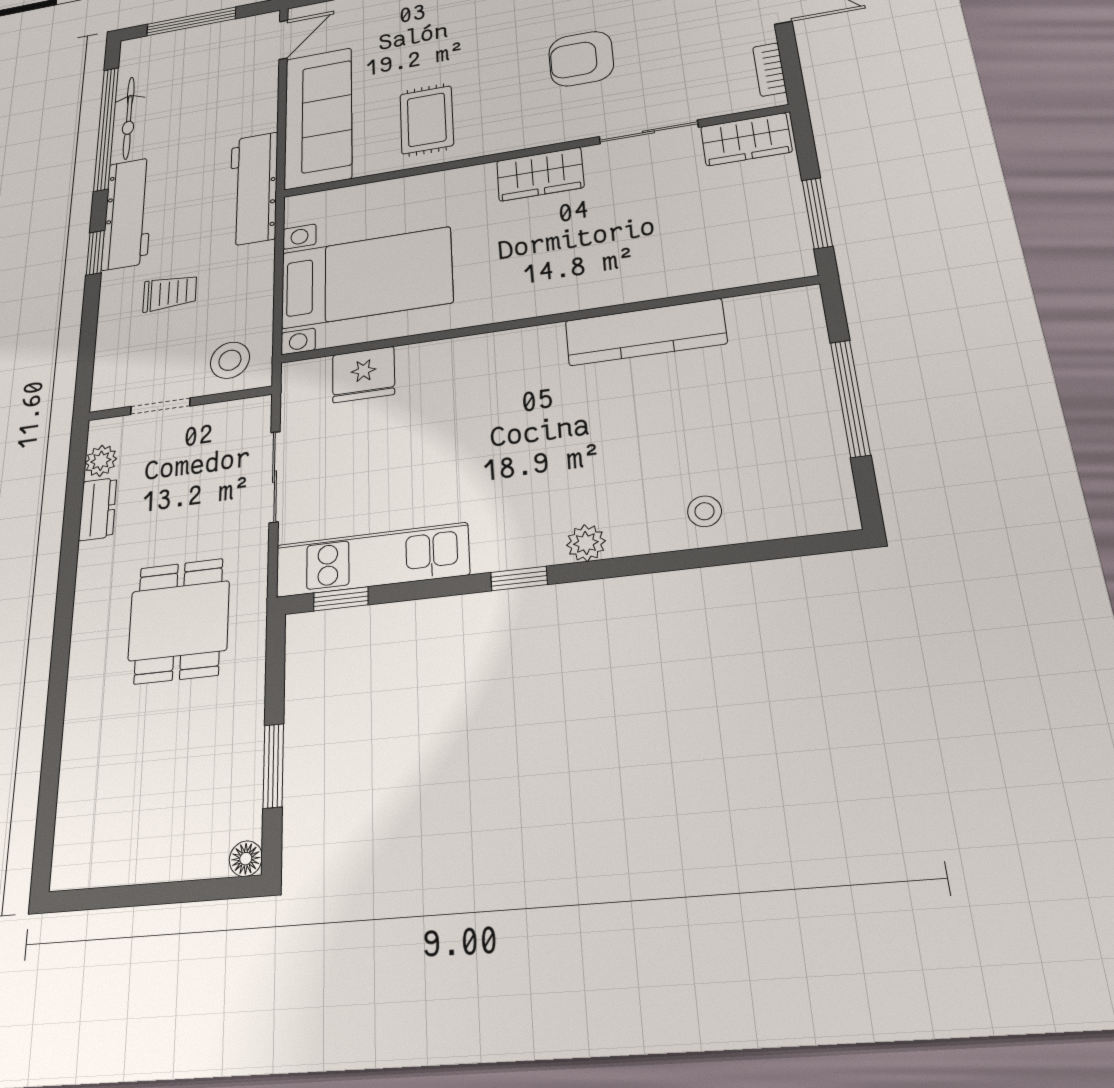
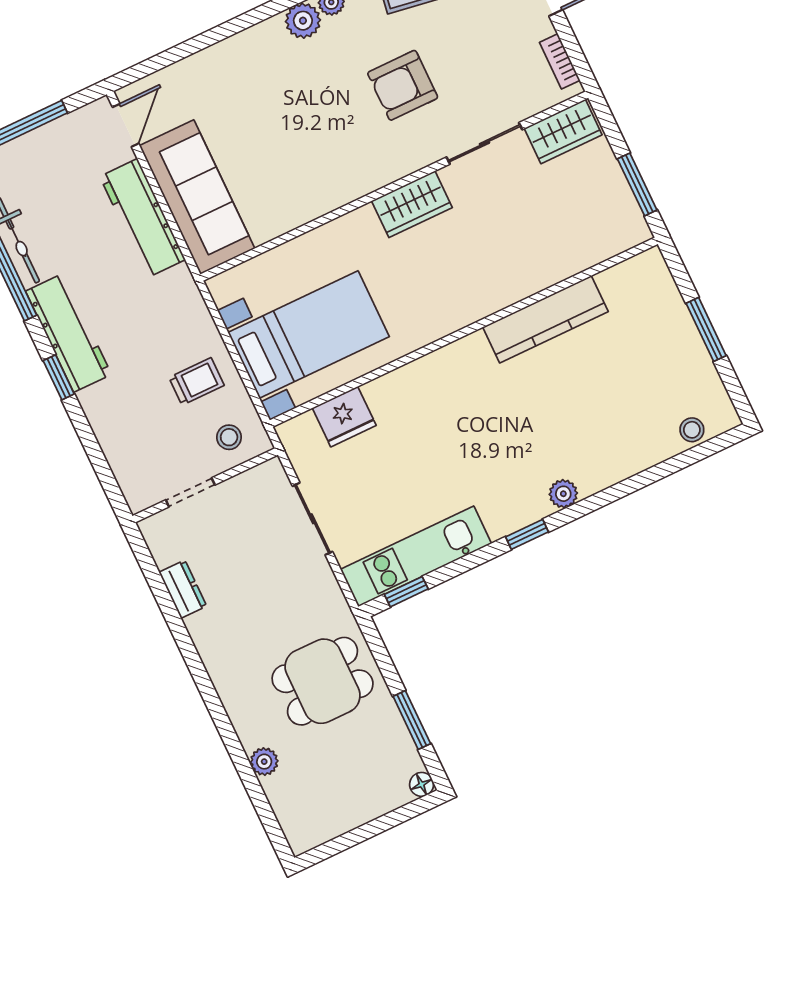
rug: (427, 120) -> (295, 176), removed
workbench: (253, 188) -> (143, 218), moved
trolley: (170, 293) -> (197, 381), moved
stool: (230, 360) -> (229, 437), width x0.73, depth x0.73
window: (850, 398) -> (706, 329), width x0.69
plant: (101, 461) -> (264, 762), moved
stool: (705, 511) -> (692, 430), moved
dining table: (179, 621) -> (323, 681), moved, turned 90

